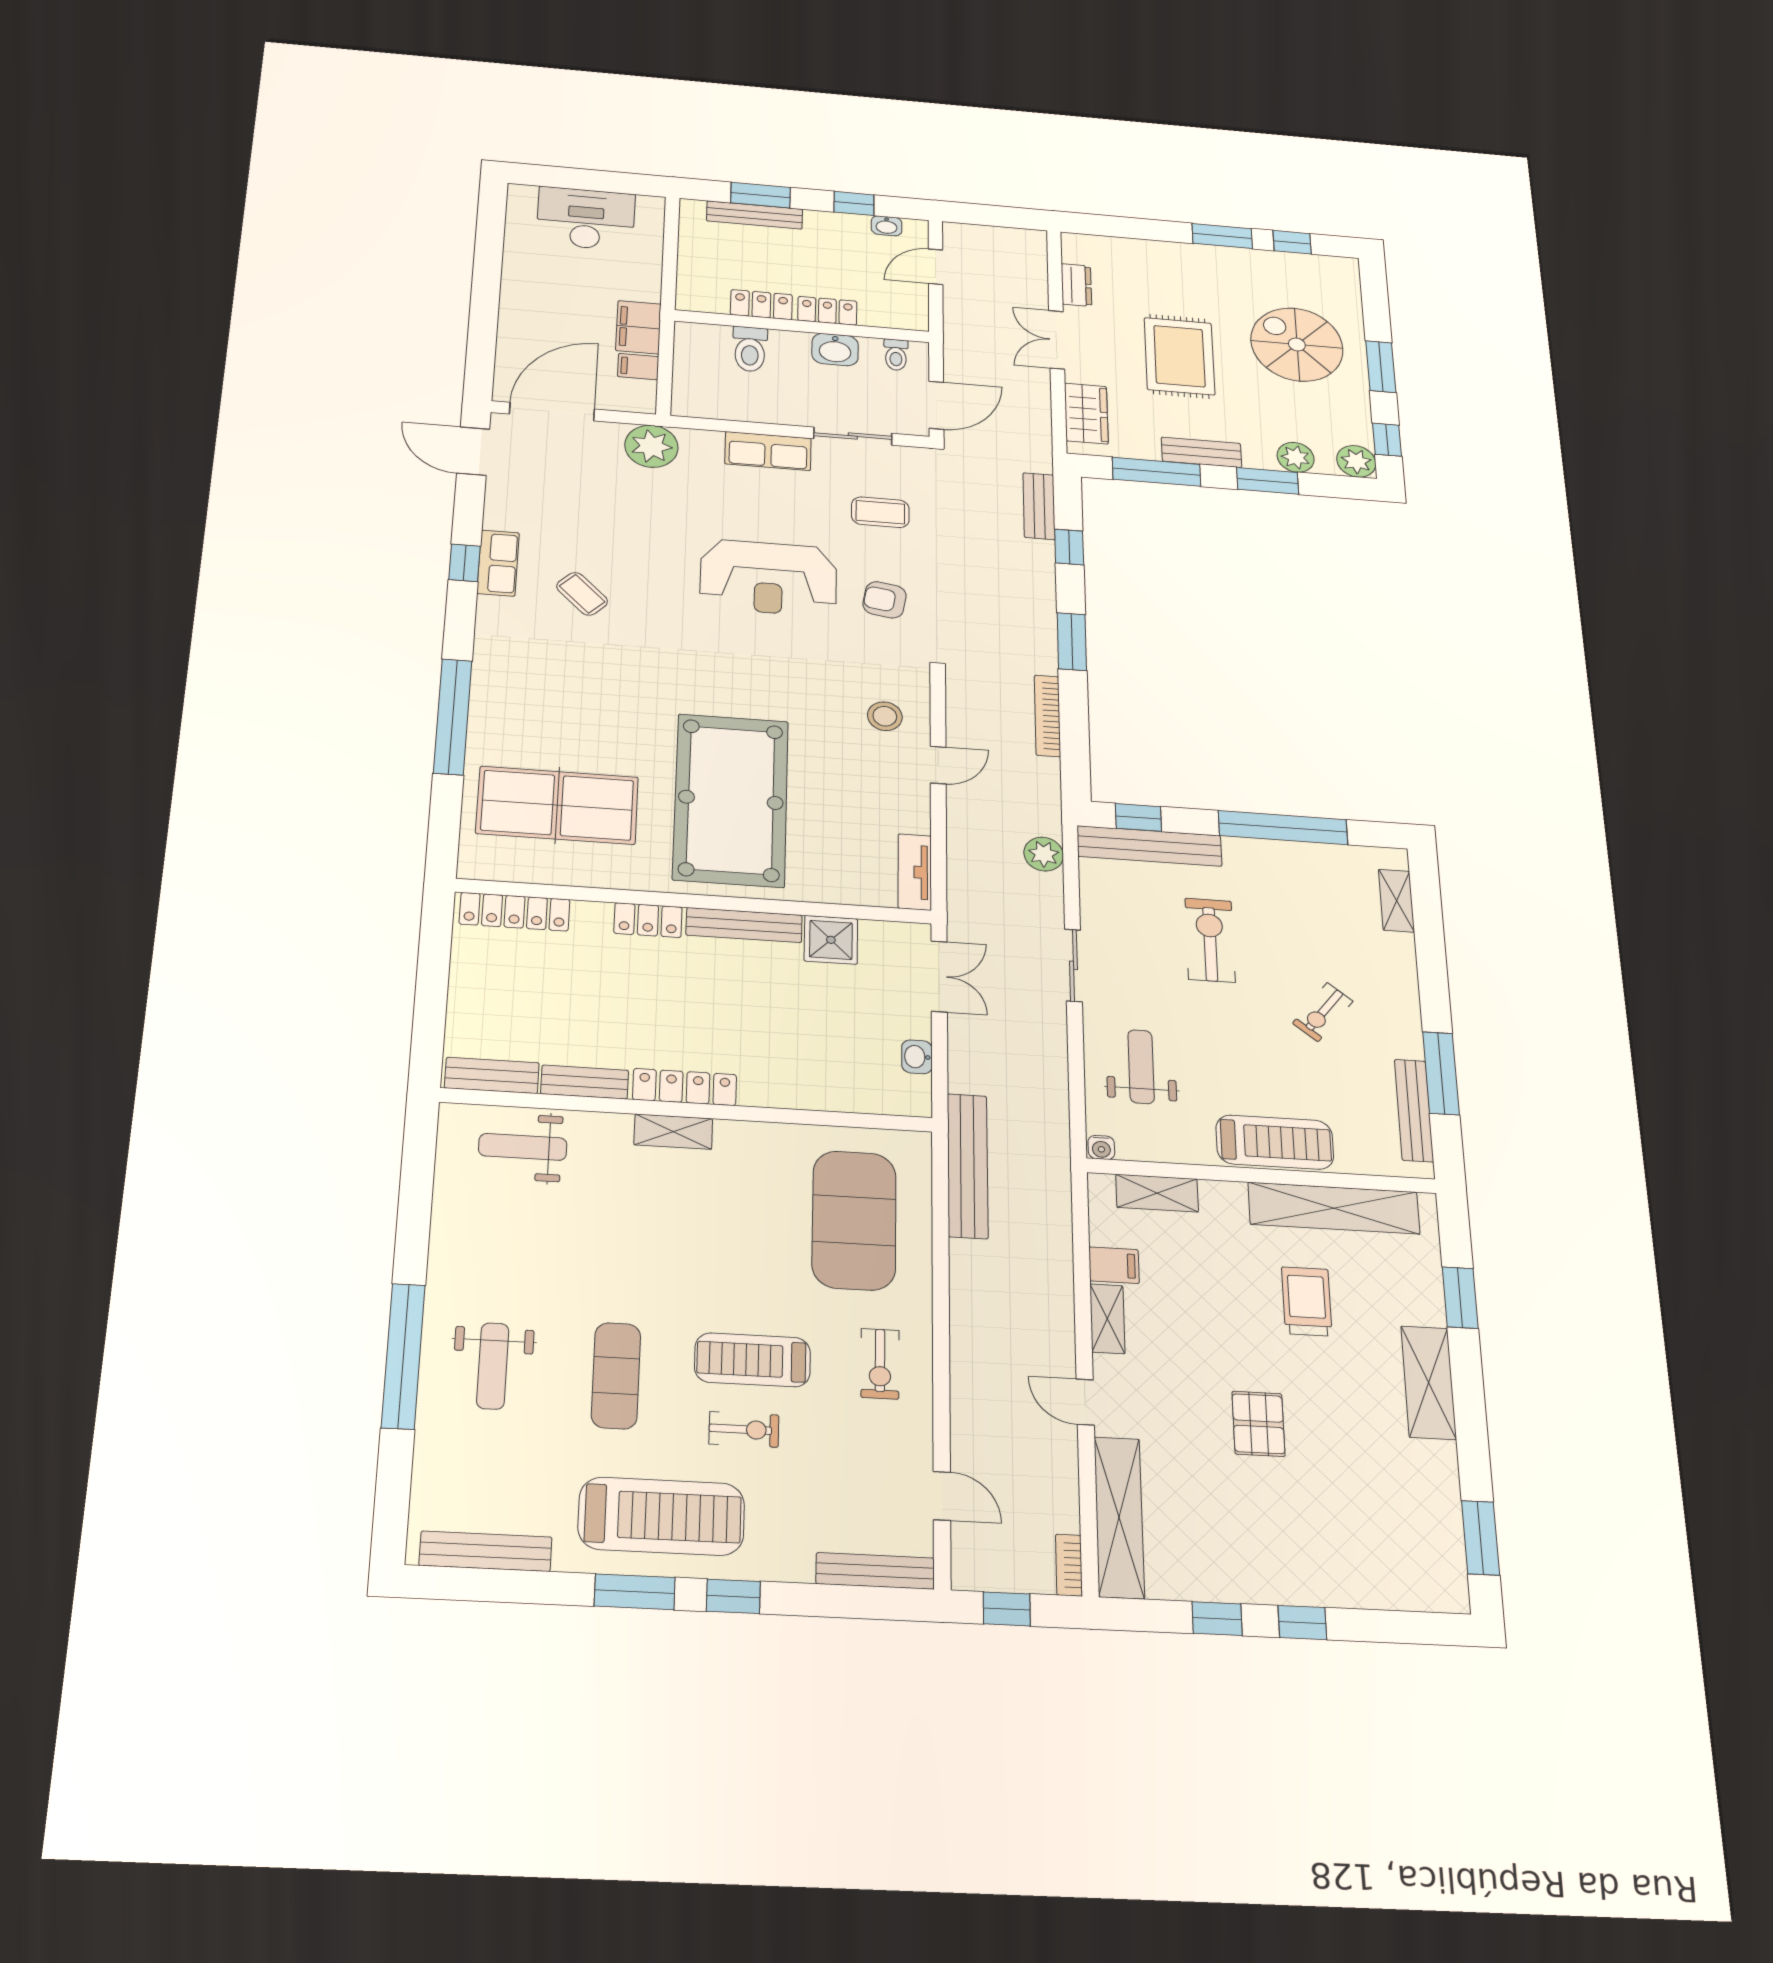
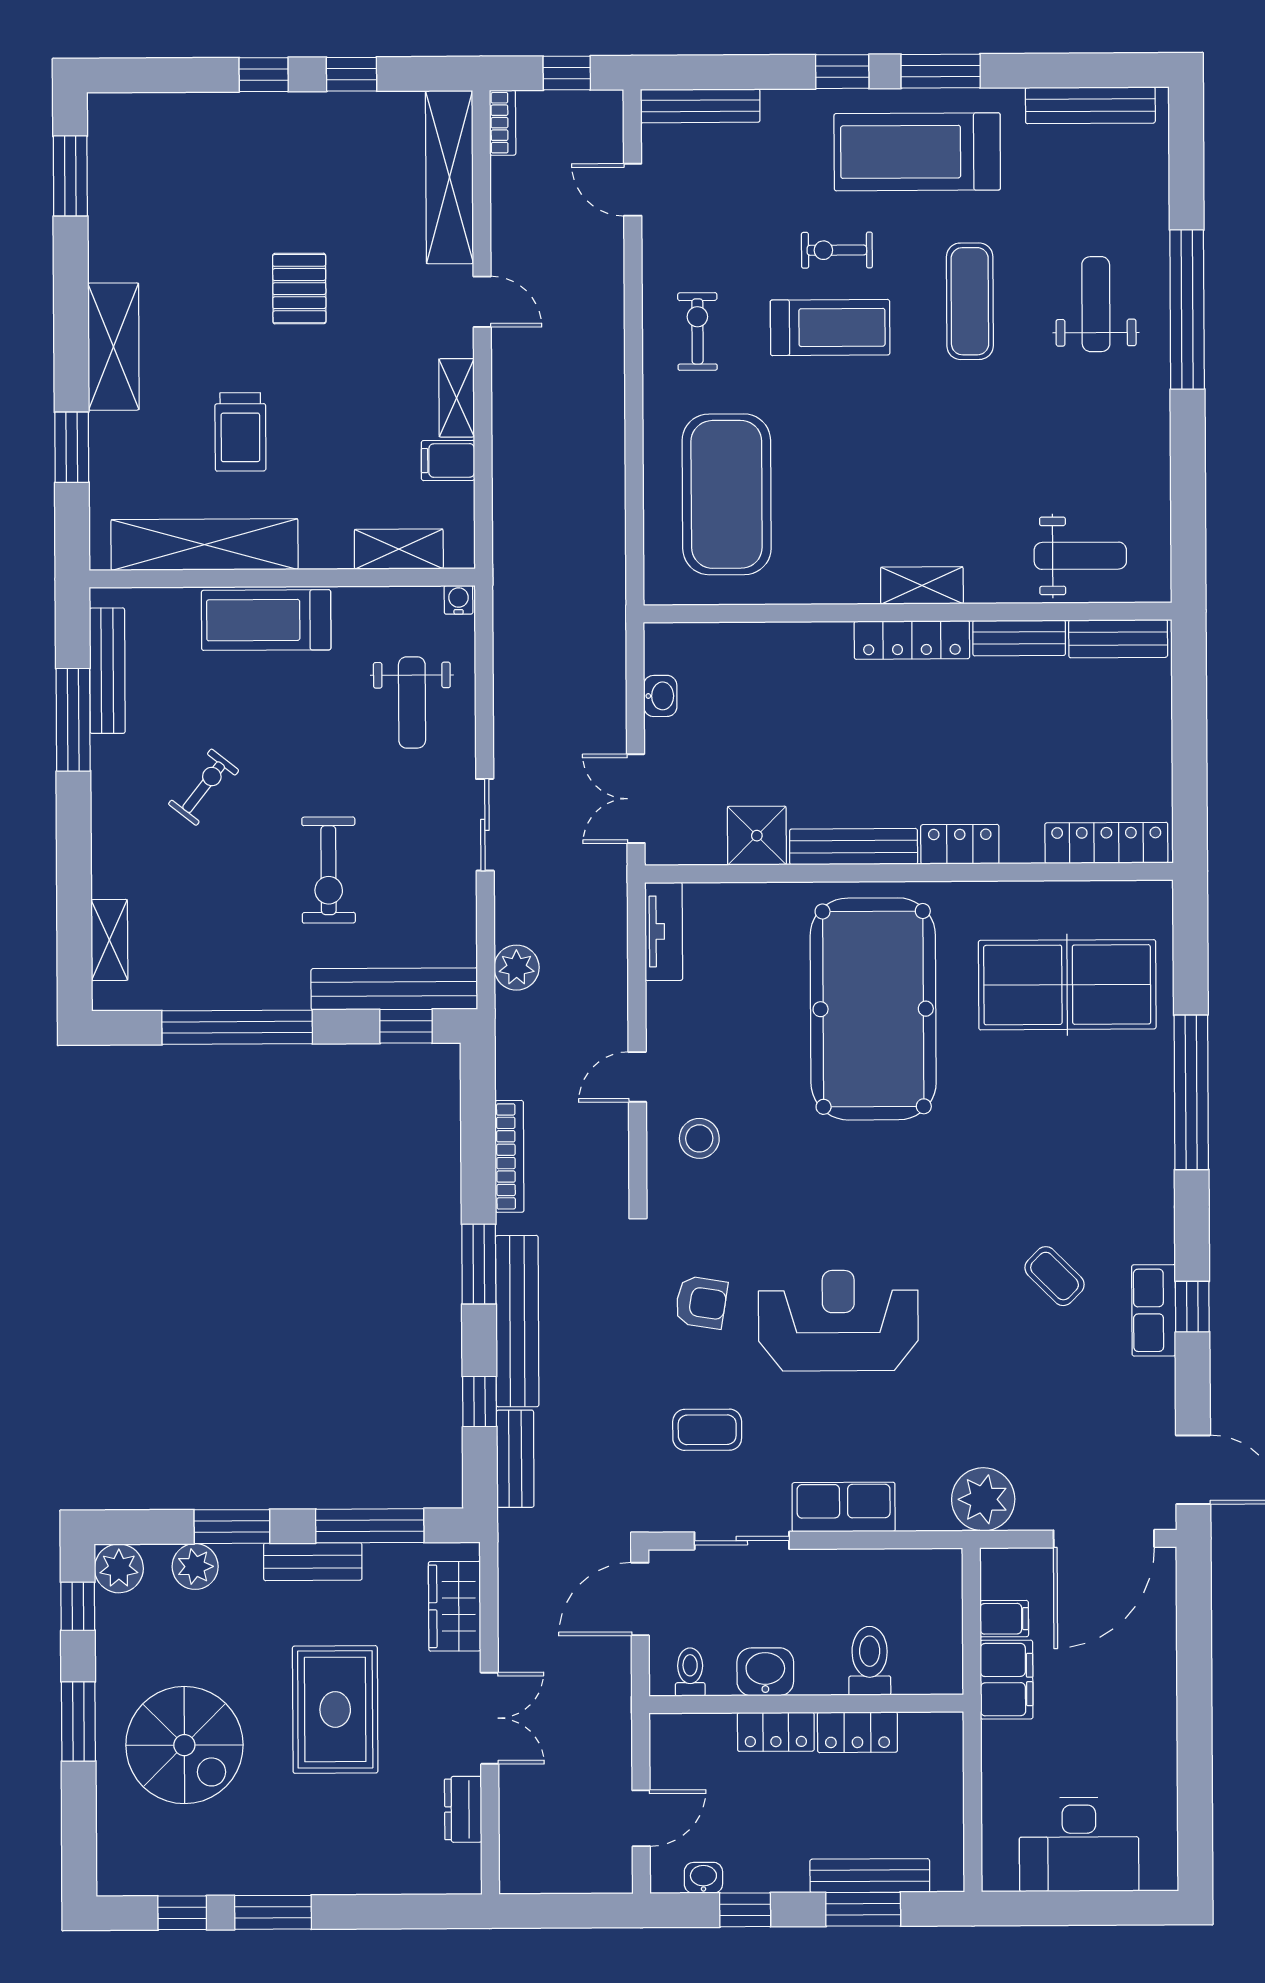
bench: (968, 1166) -> (517, 1321), moved

